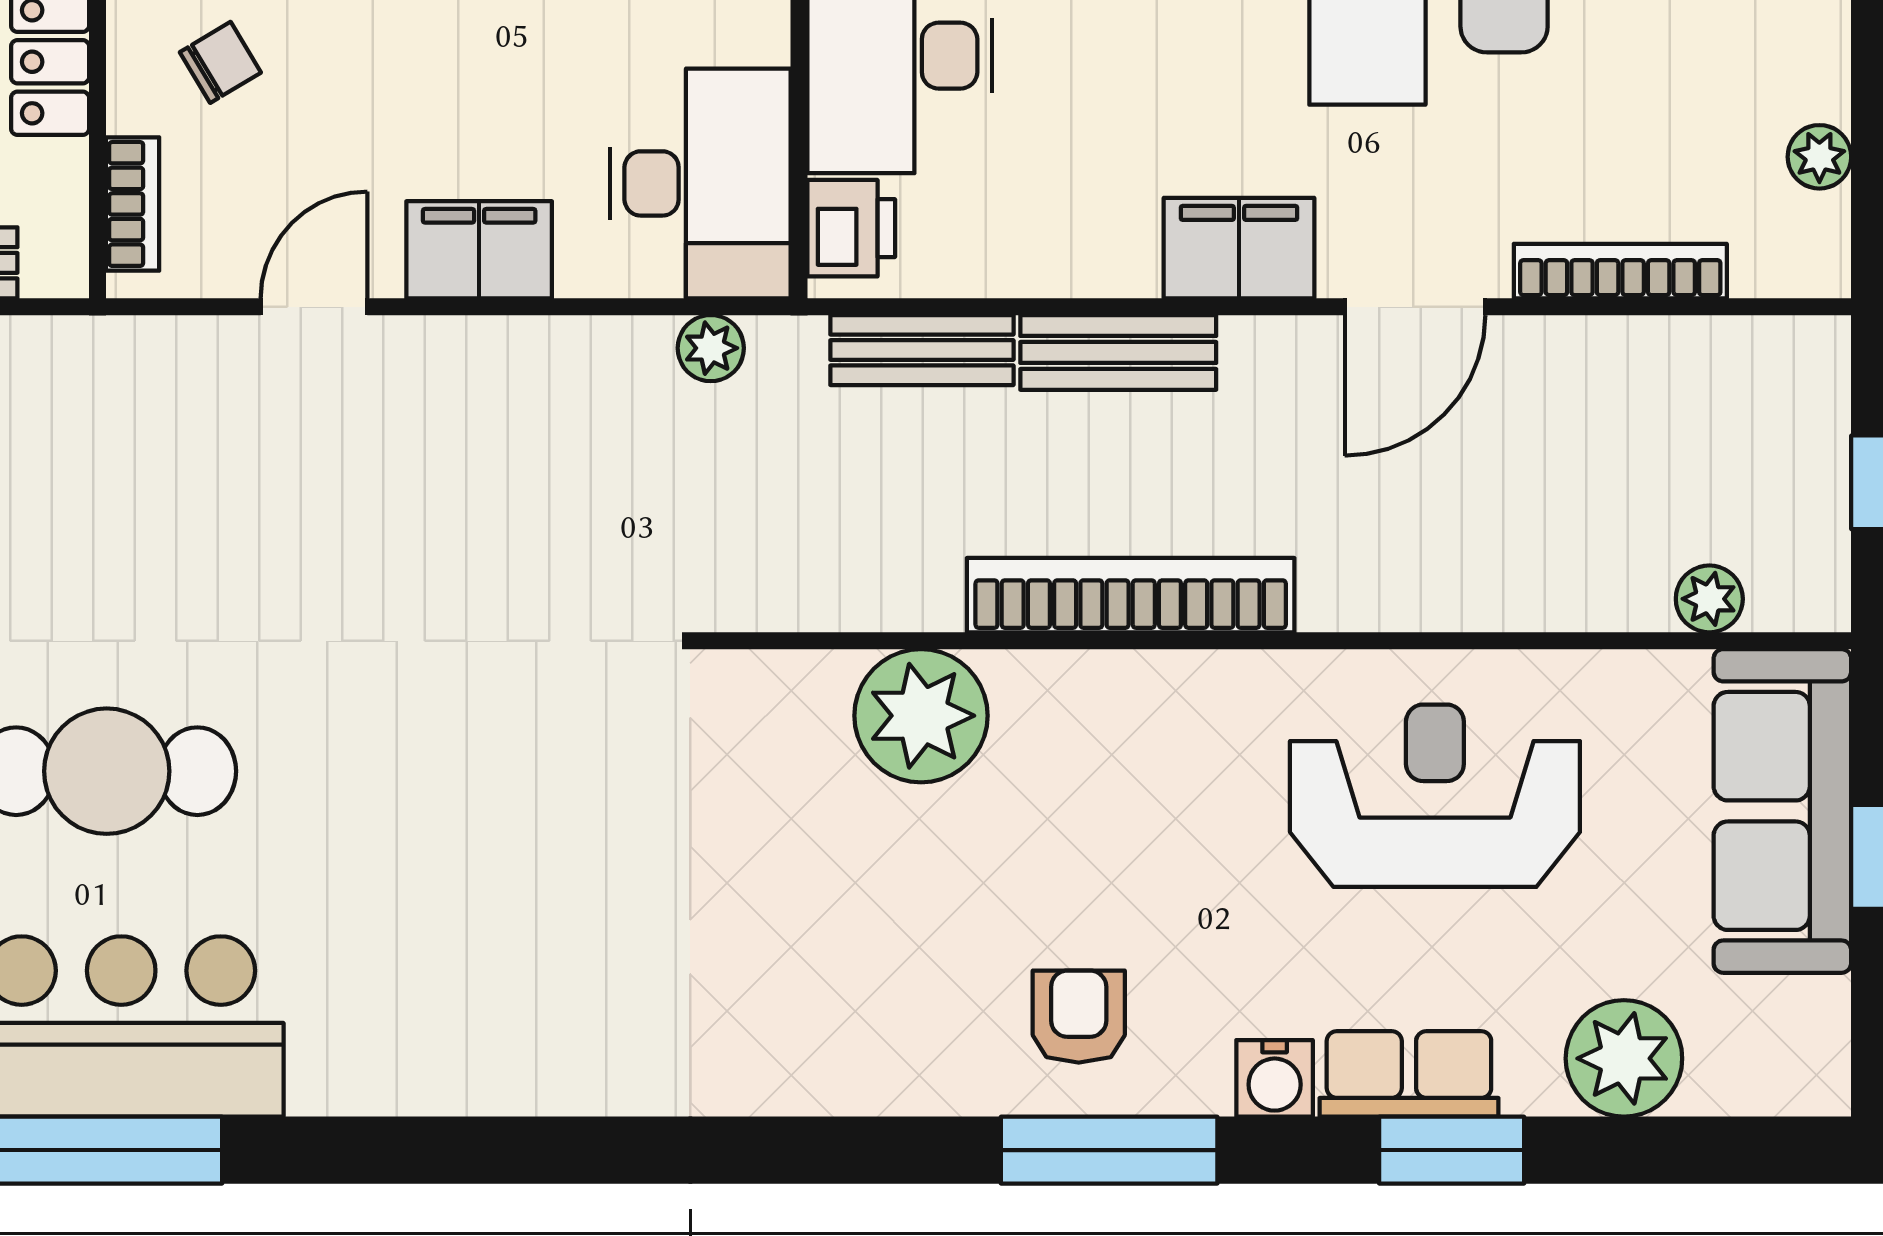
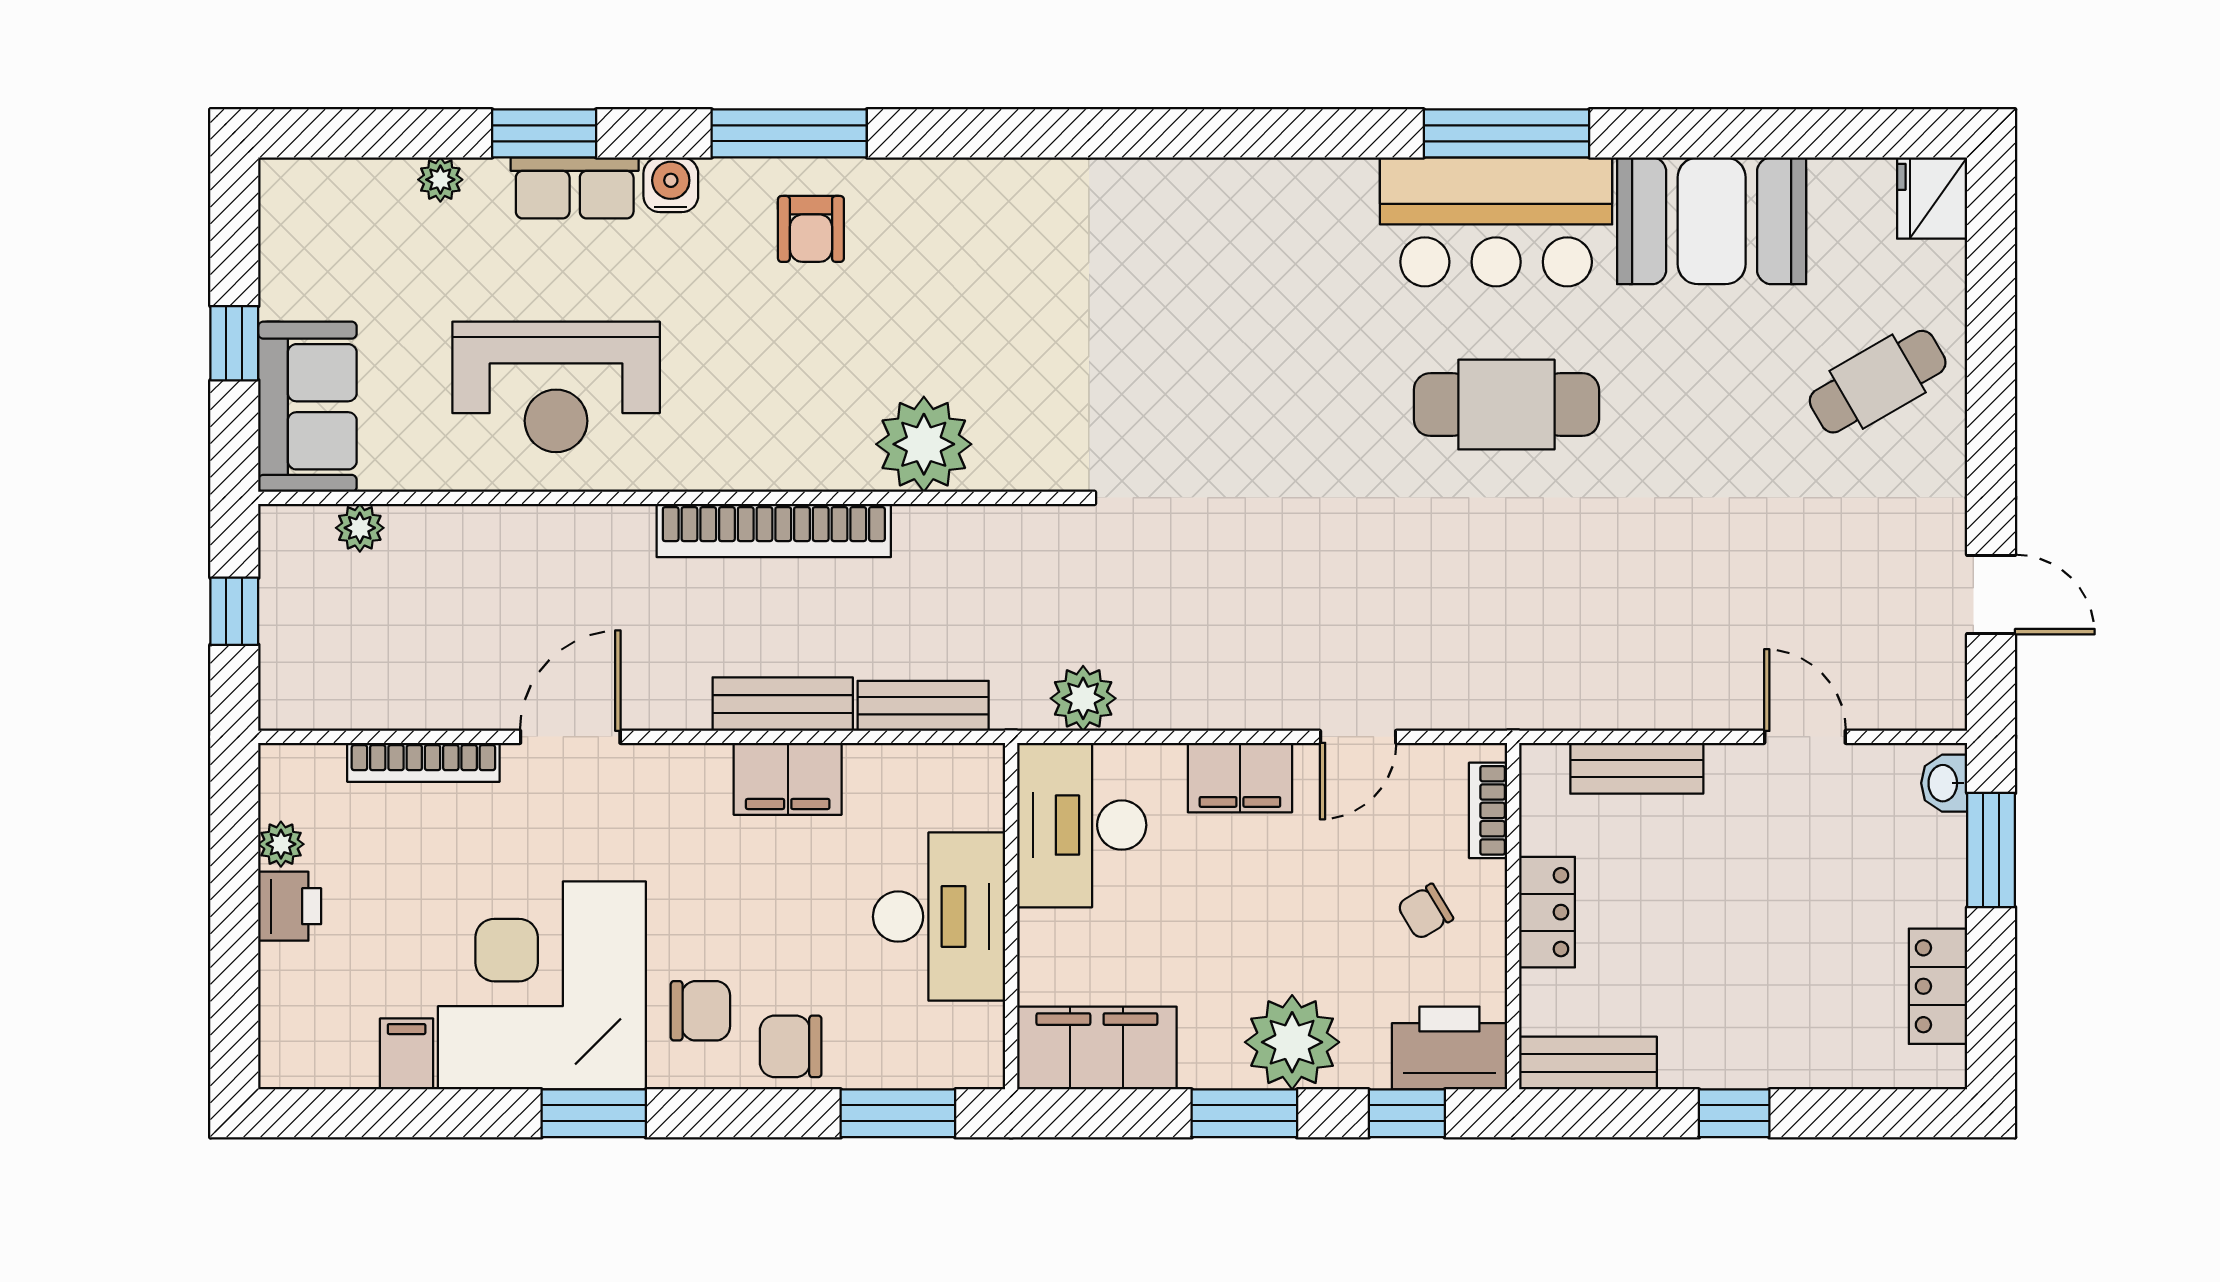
printer: (851, 228) -> (290, 906), moved, turned 180
filing cabinet: (1239, 248) -> (788, 779), moved
plant: (711, 348) -> (1083, 698), width x1.38, depth x1.38
sofa: (1782, 811) -> (307, 407), width x0.73
plant: (1624, 1058) -> (440, 180), width x0.53, depth x0.53

